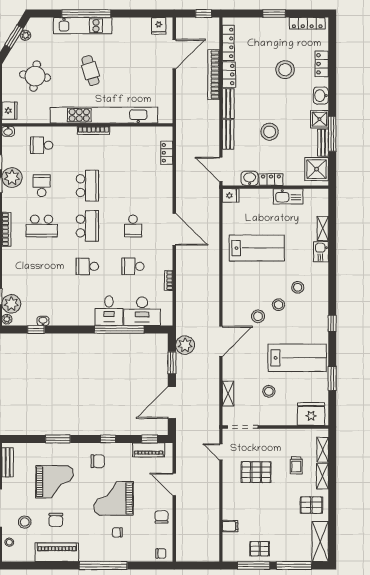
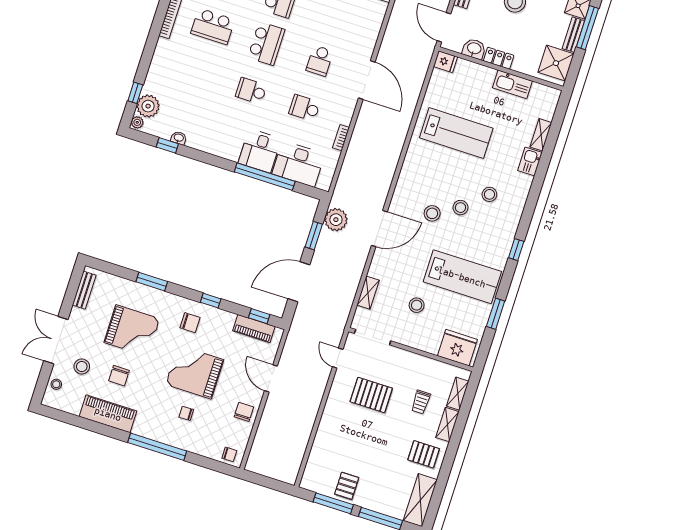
filing cabinet: (230, 526) -> (321, 448), removed
pallet: (260, 549) -> (347, 486), turned 90

